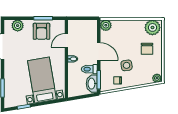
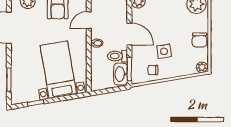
chair: (147, 49) -> (200, 40), moved

